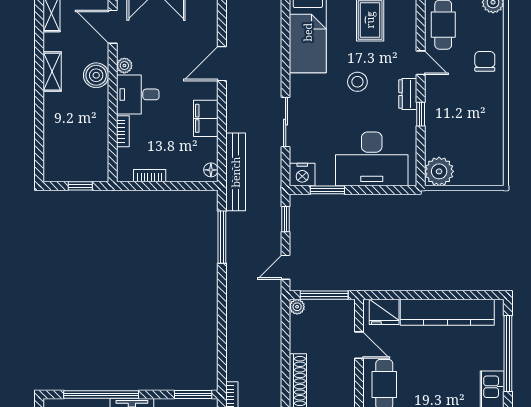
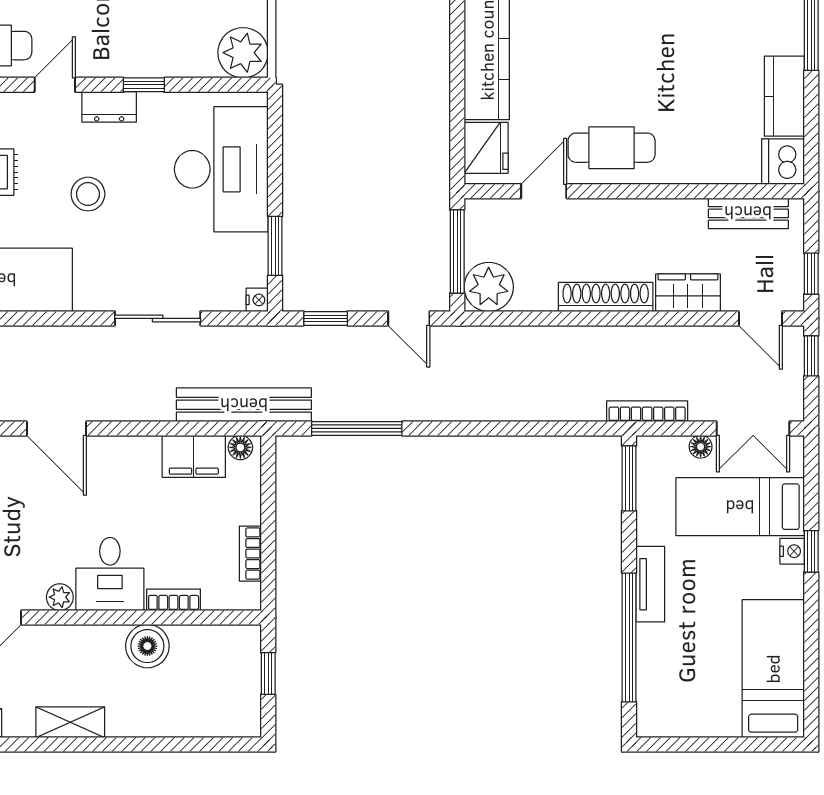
boiler: (96, 75) -> (147, 646), moved
filing cabinet: (206, 118) -> (194, 456), moved
nightstand: (302, 175) -> (257, 300), width x0.53, depth x0.56
plant: (297, 307) -> (489, 287), width x1.88, depth x1.88

